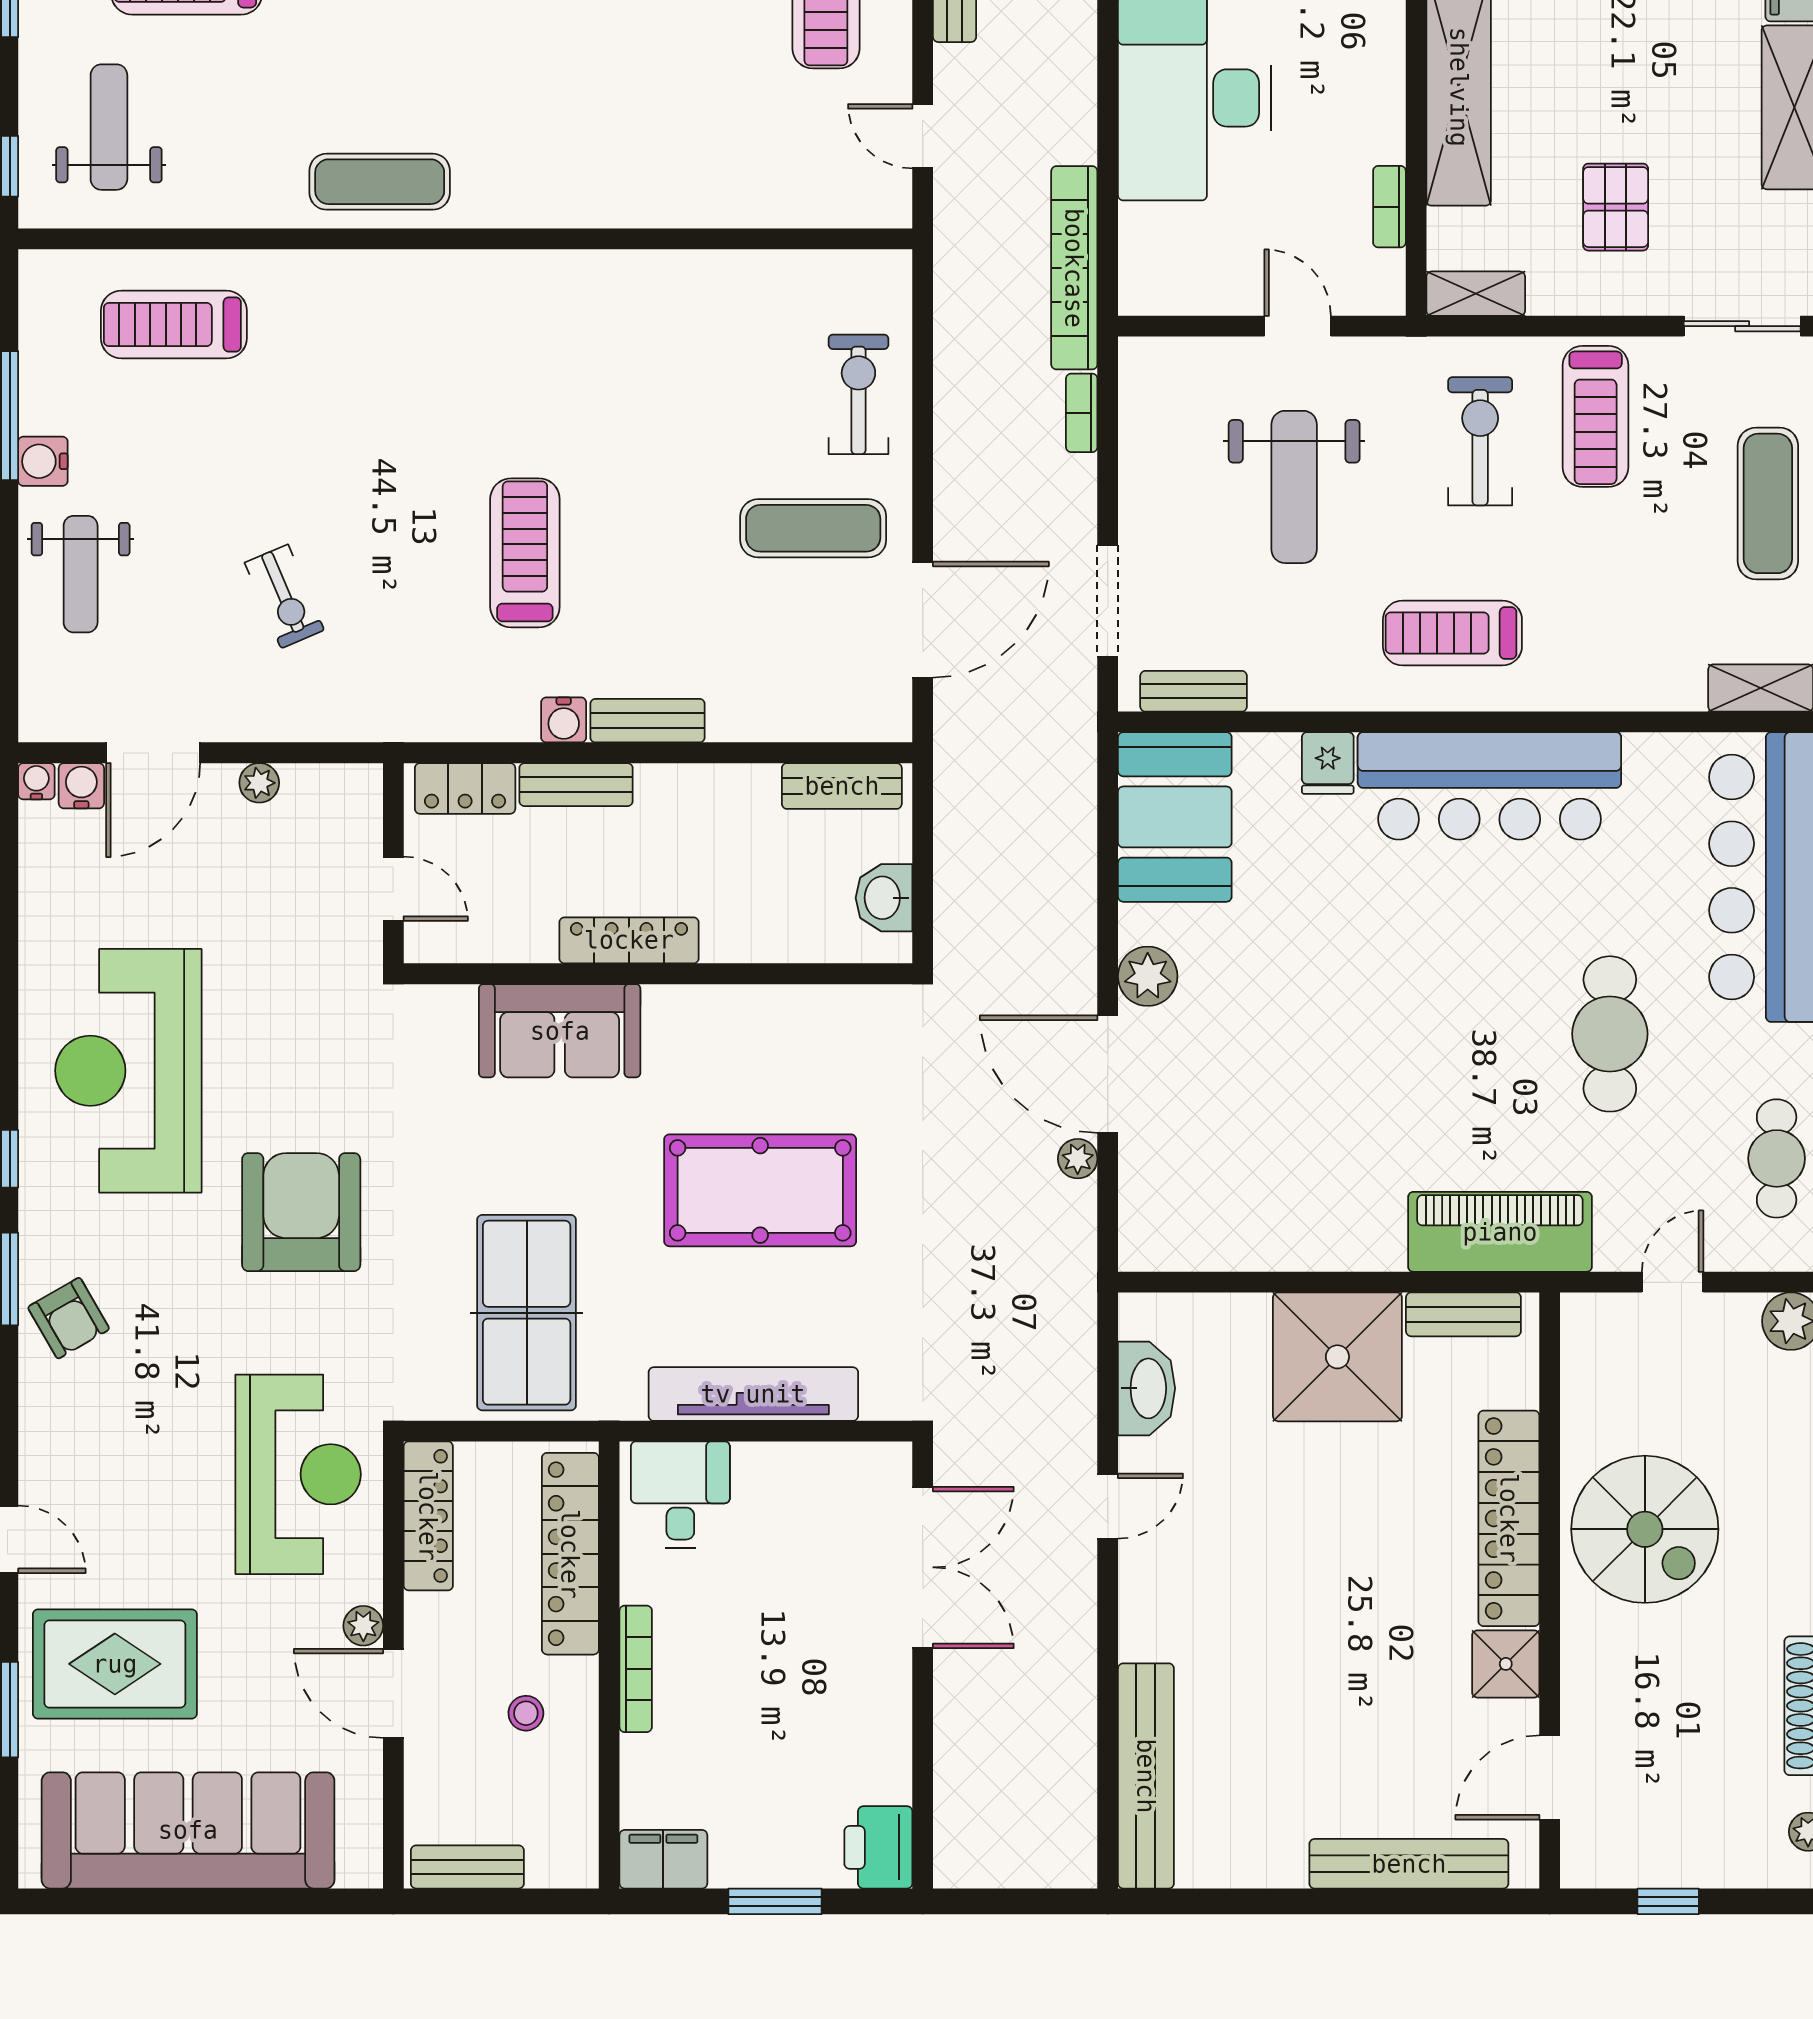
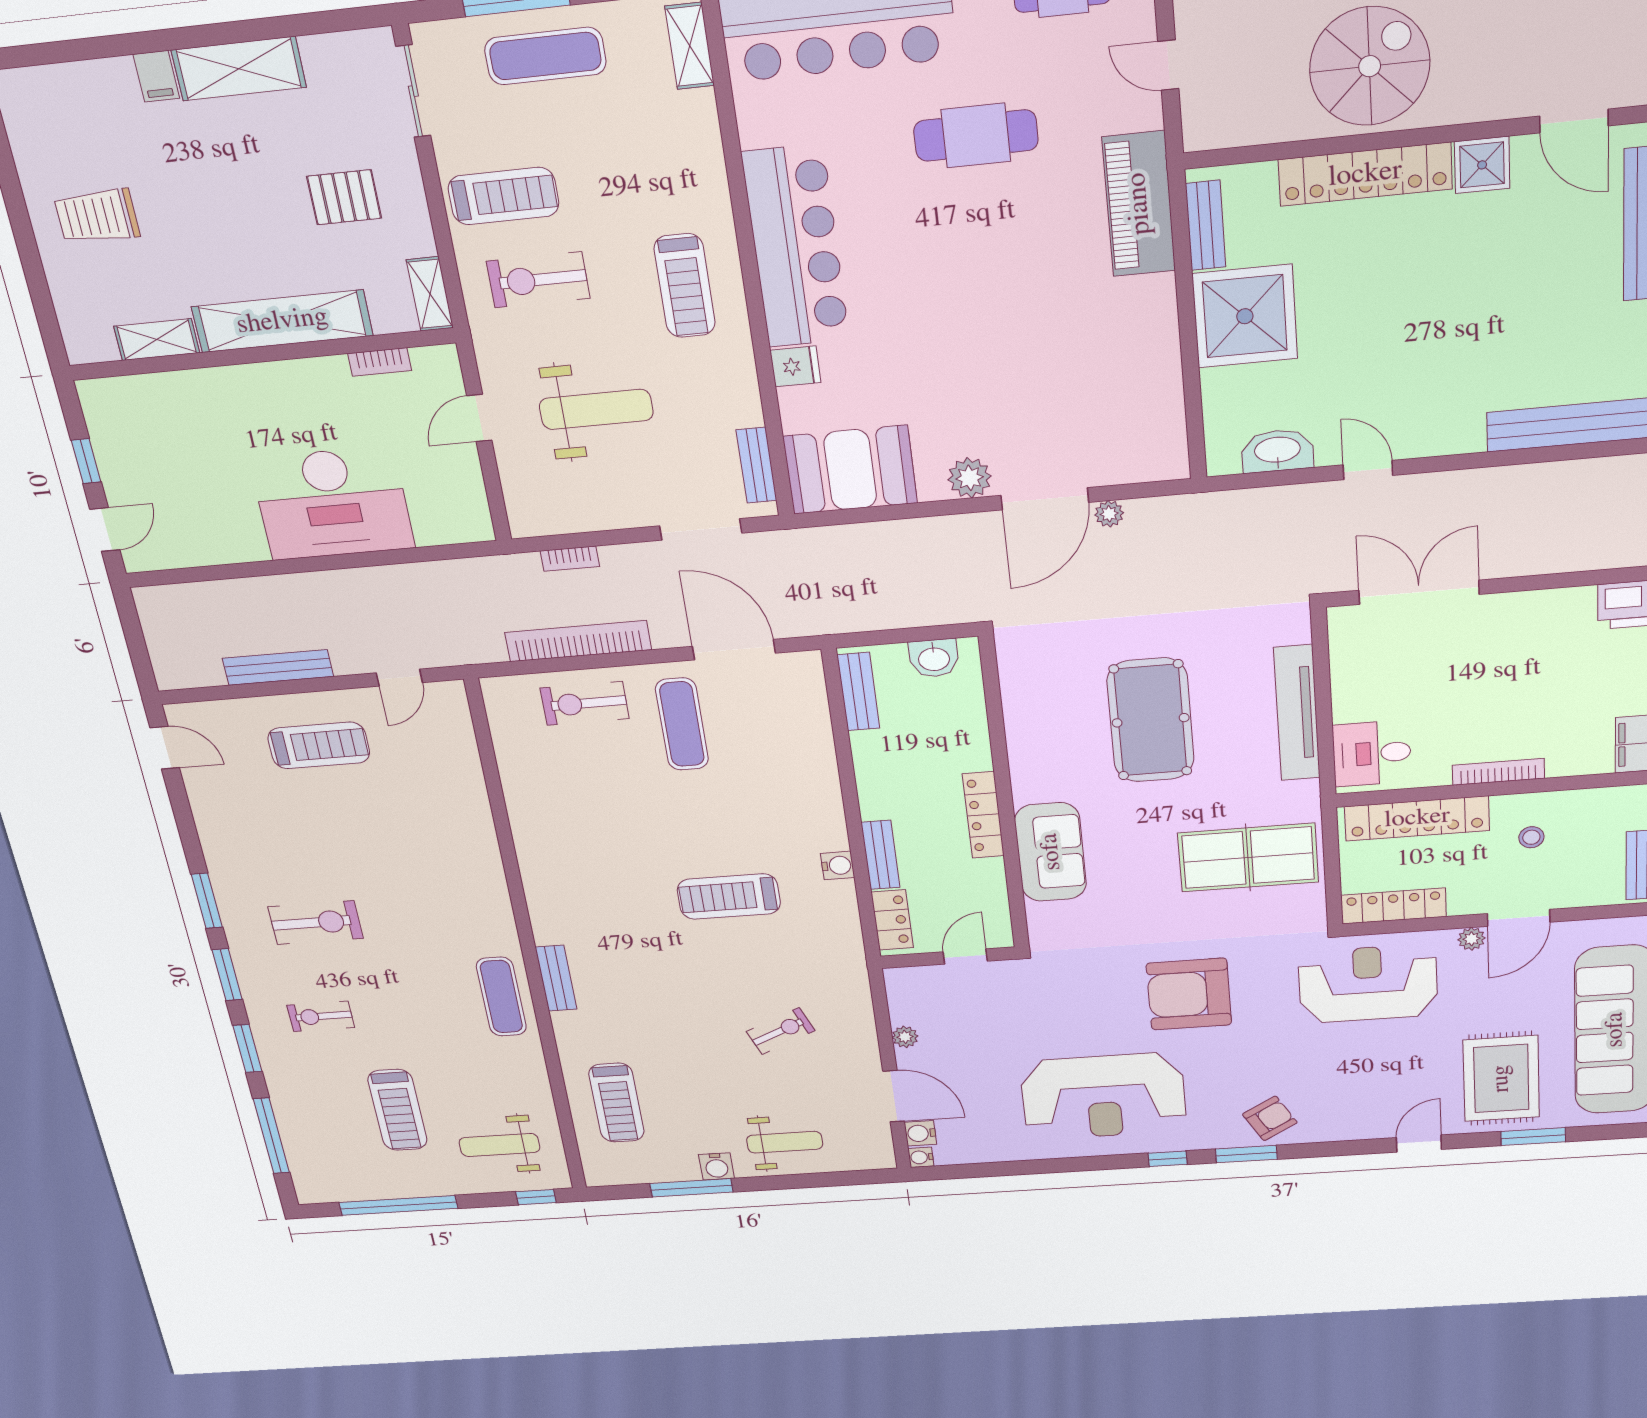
bookcase: (1074, 268) -> (578, 641), moved, turned 180
bench: (648, 721) -> (556, 978), moved

